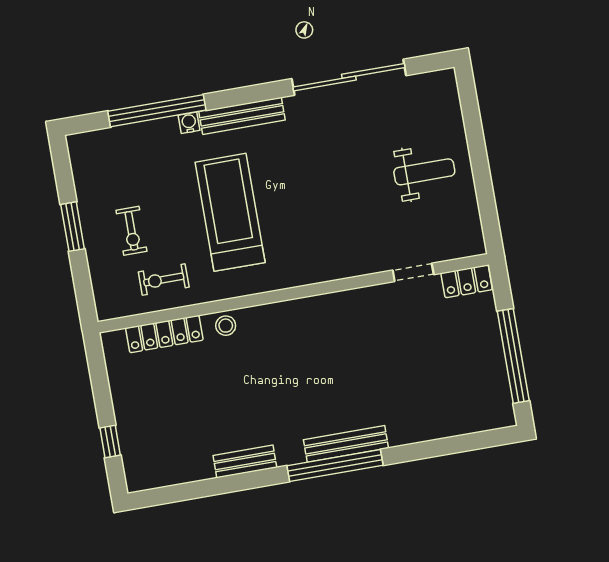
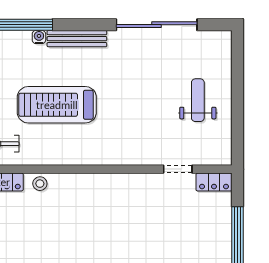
weight bench: (424, 172) -> (198, 100), turned -90
treadmill: (230, 212) -> (57, 105), turned -90

